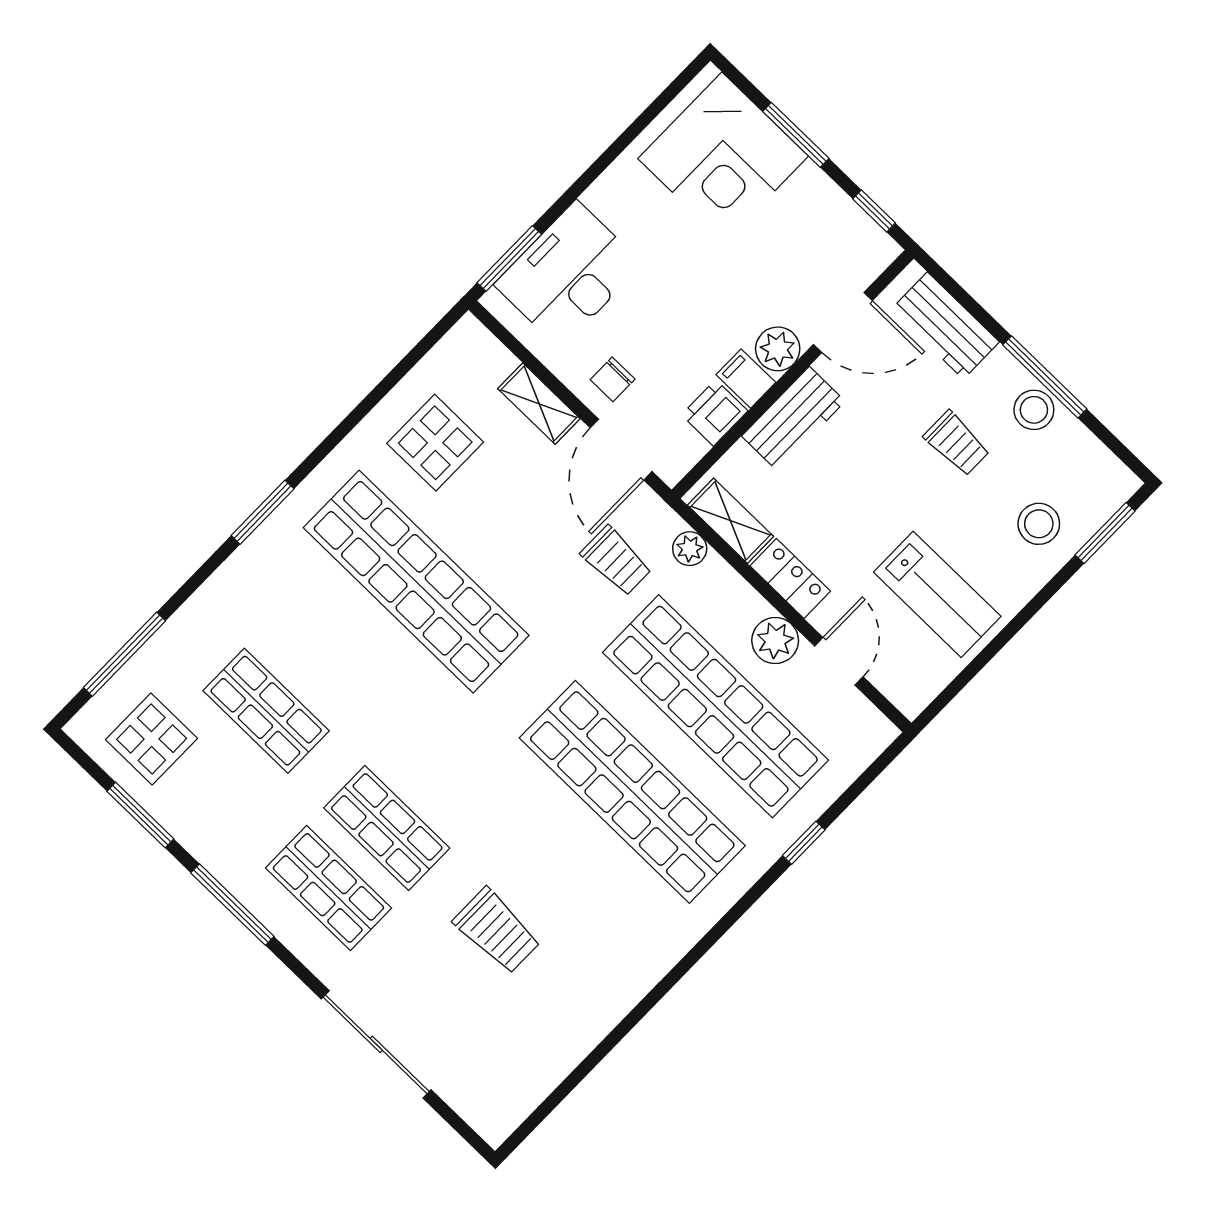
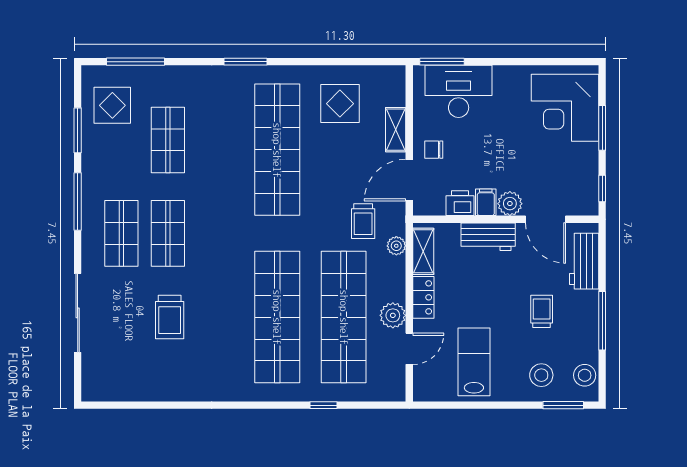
stool: (1034, 410) -> (585, 375), moved
trolley: (957, 443) -> (542, 311), turned 180
lab bench: (937, 594) -> (474, 362), turned 180

